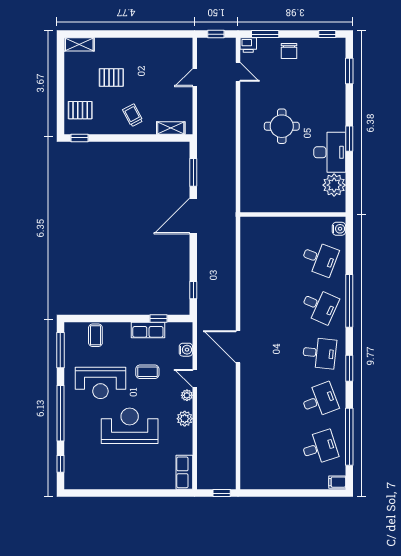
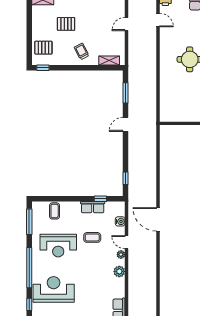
door: (193, 216) -> (126, 124), width x0.53
reception desk: (130, 426) -> (54, 289), moved

